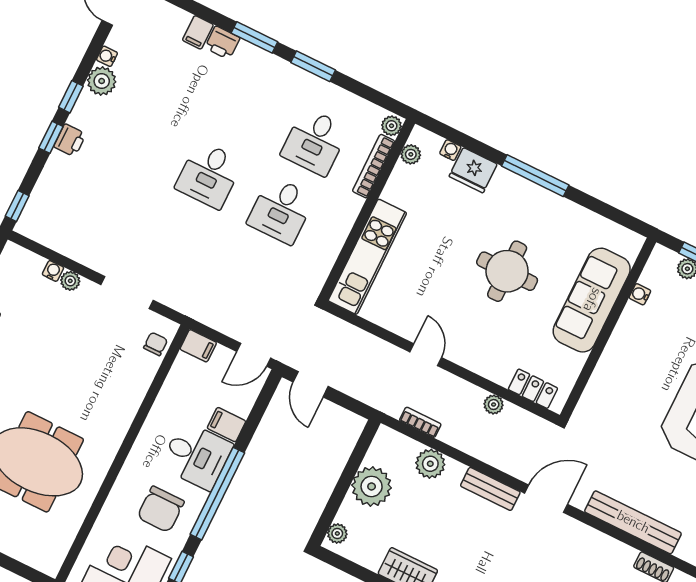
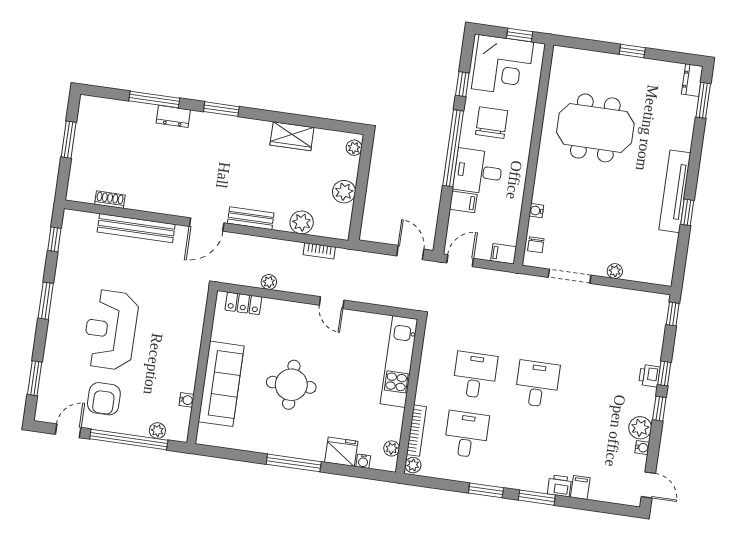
water cooler: (53, 271) -> (536, 211), moved, turned 90
plant: (372, 486) -> (344, 192), width x0.73, depth x0.73

